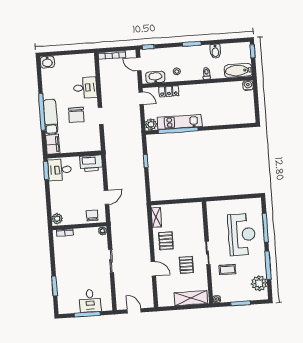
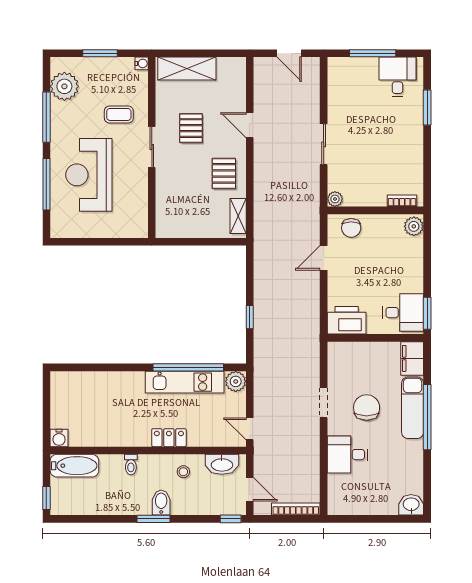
bidet: (215, 51) -> (161, 503), moved
locker: (169, 91) -> (169, 438), moved
desk: (90, 301) -> (397, 77), moved

